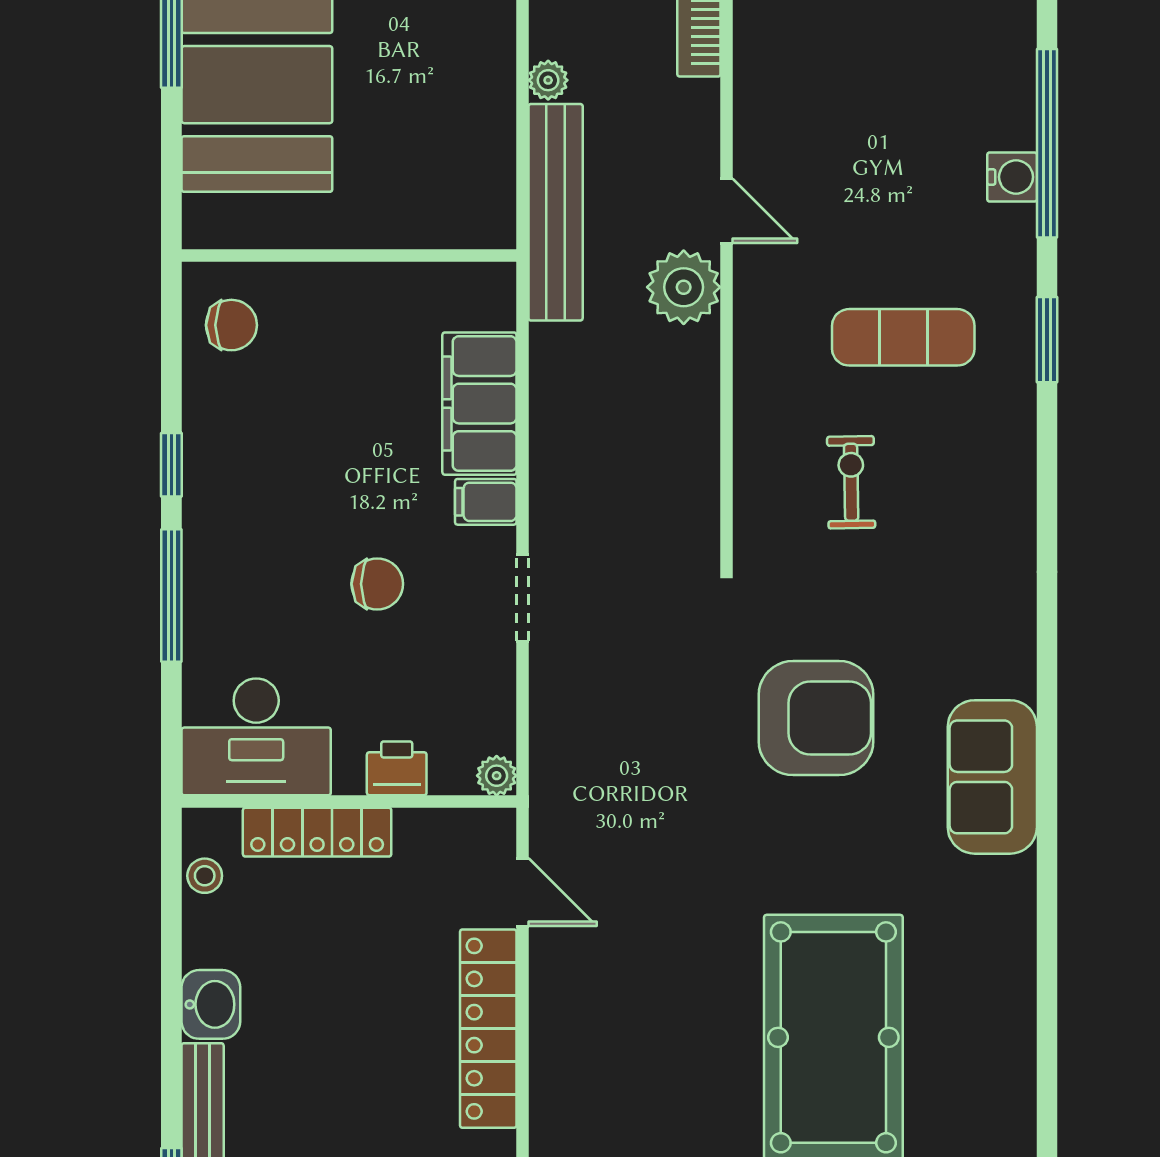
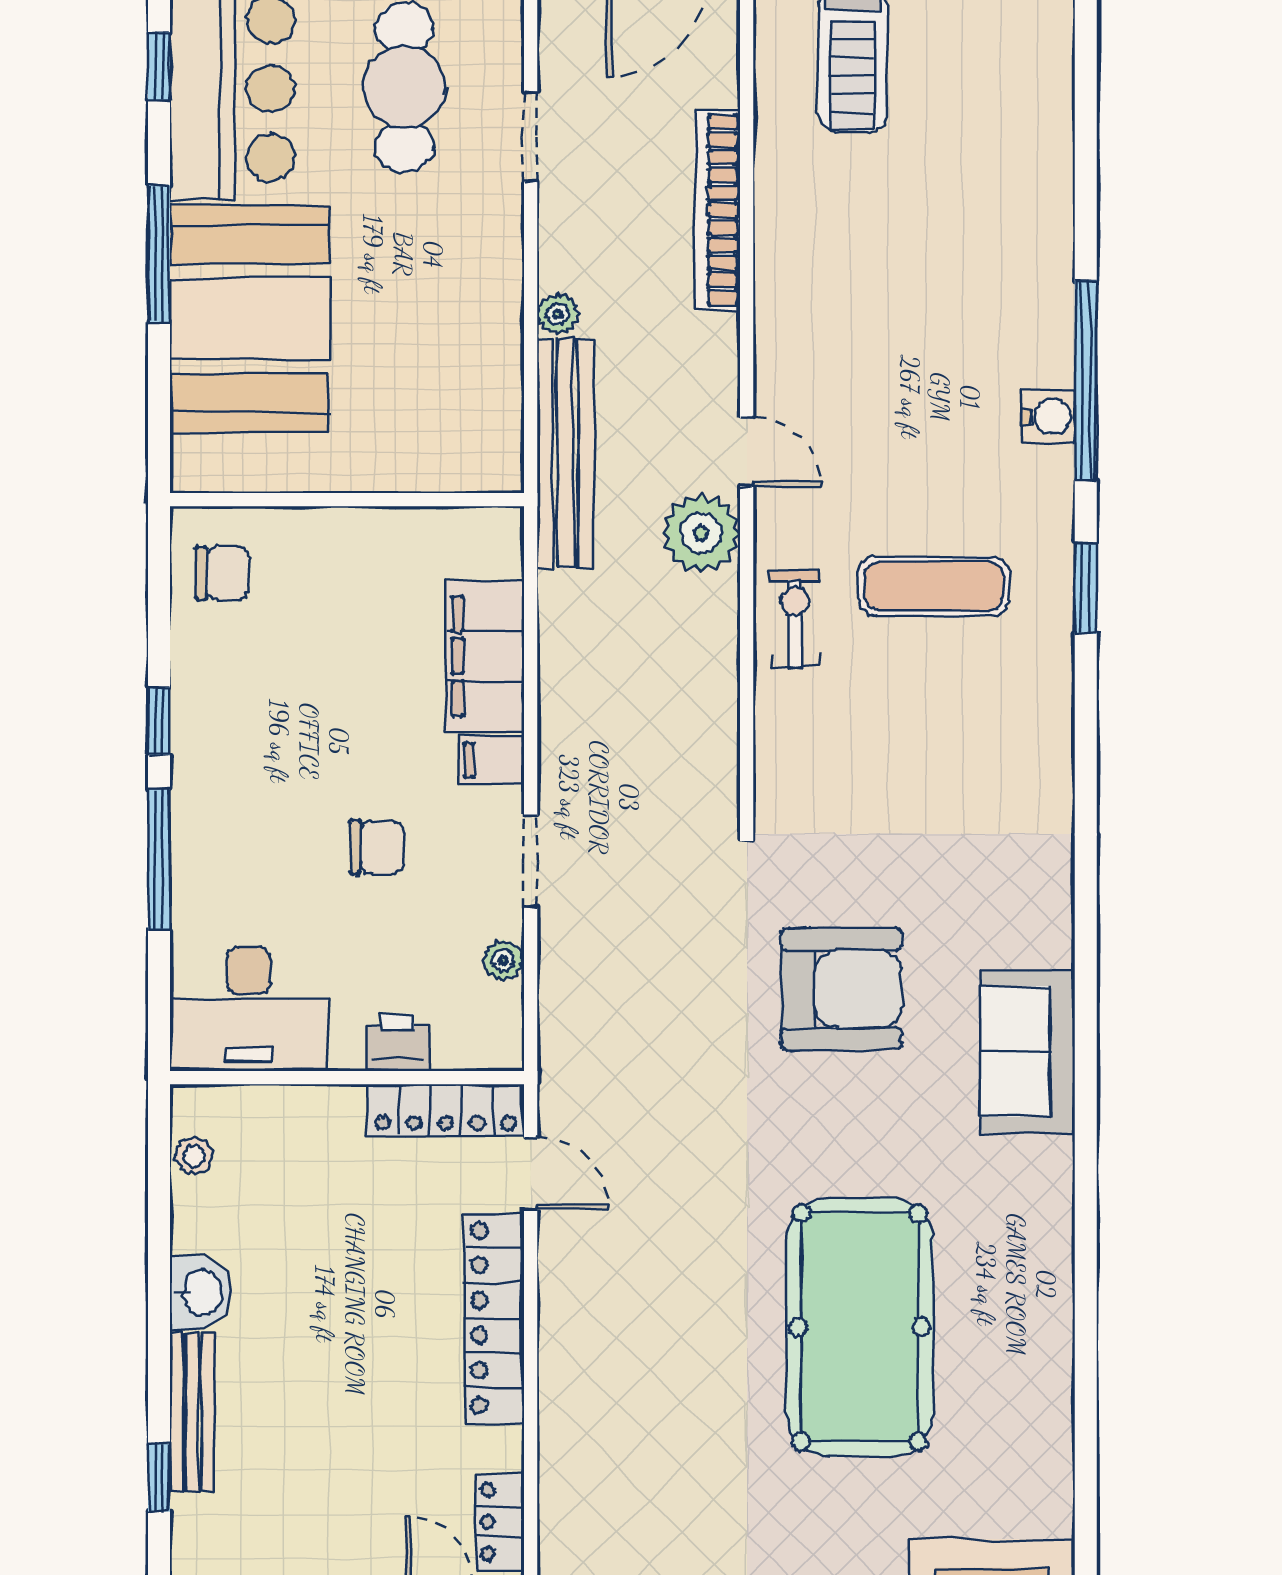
exercise bike: (851, 482) -> (795, 619), moved
plant: (497, 776) -> (503, 960), moved
locker: (317, 832) -> (446, 1110), moved

